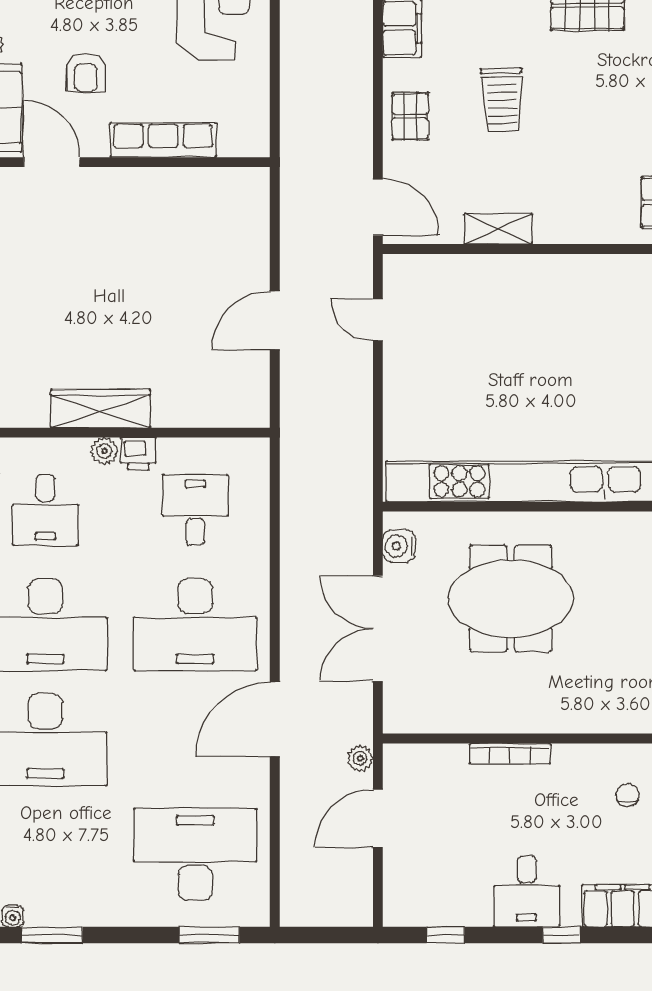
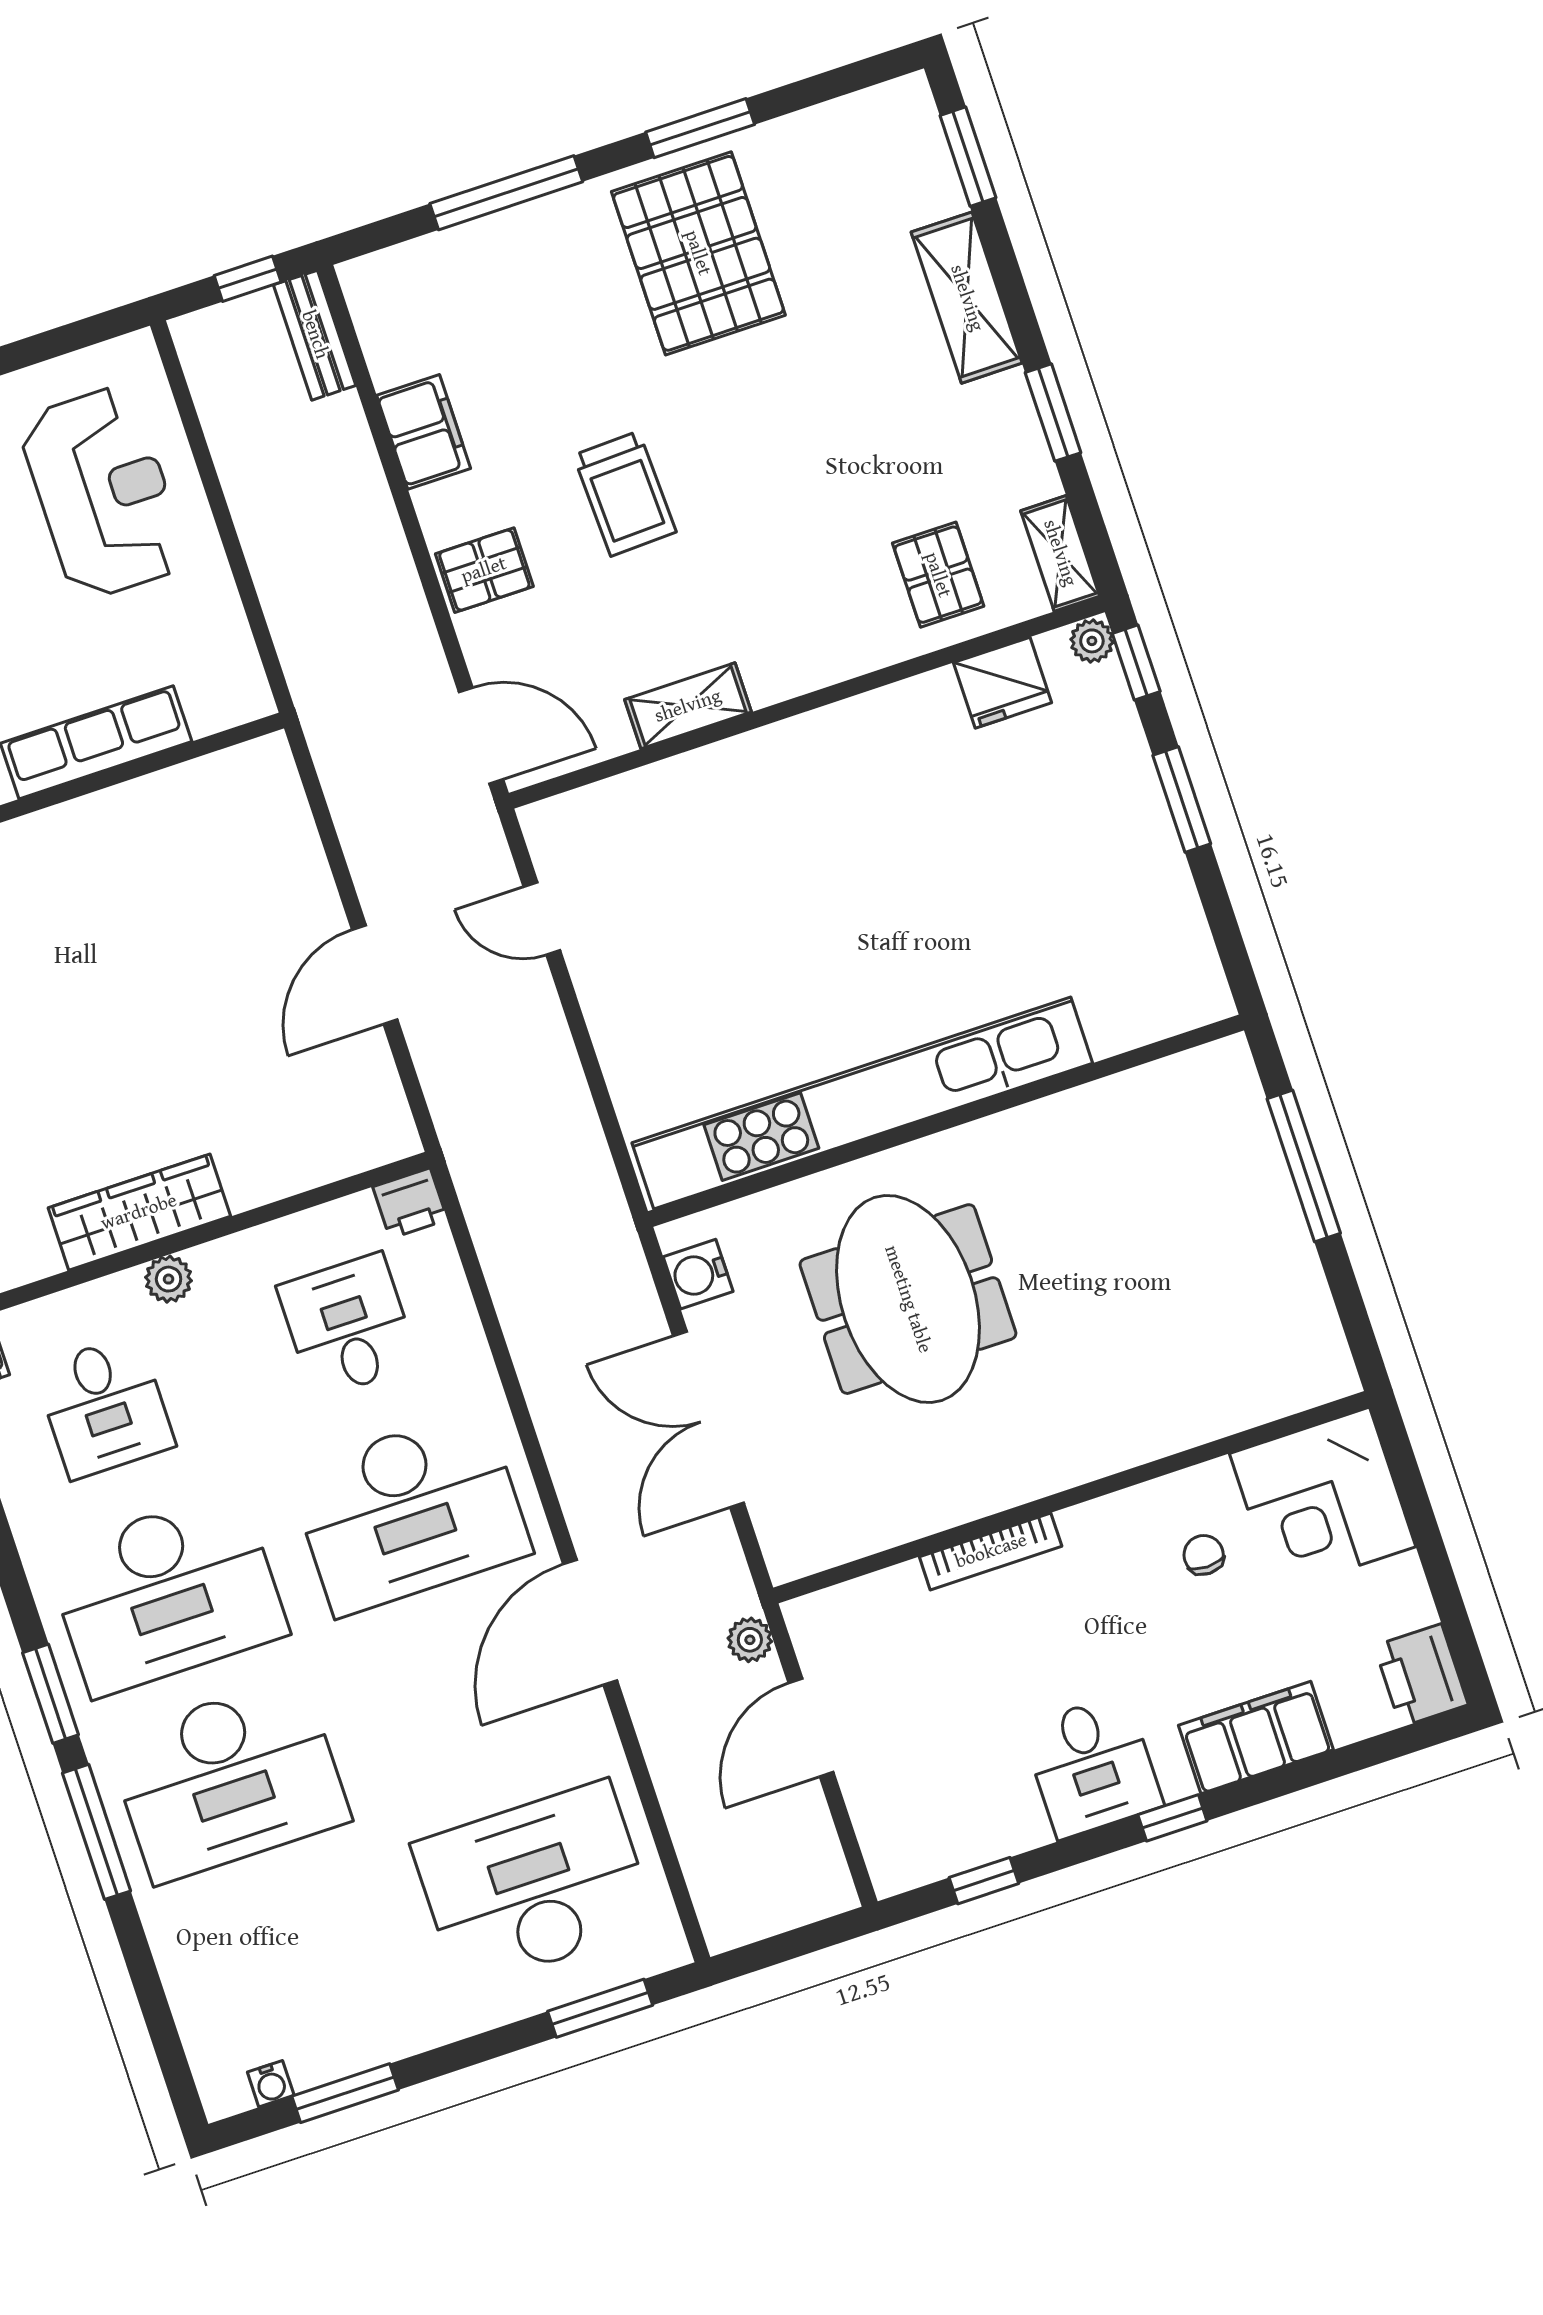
pallet: (410, 116) -> (484, 570), turned 90
printer: (138, 454) -> (410, 1203), moved
meeting table: (511, 598) -> (908, 1299), turned 90

